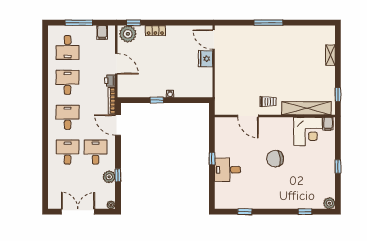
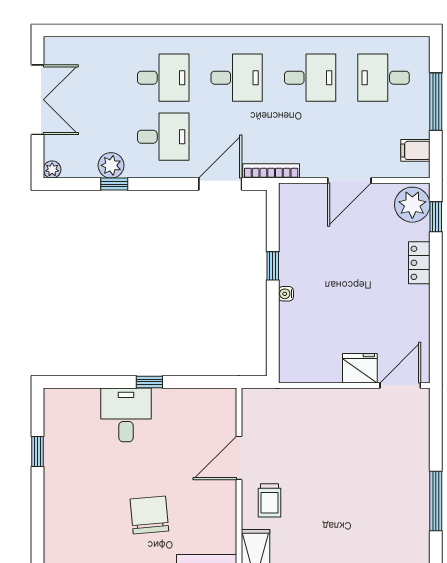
printer: (110, 81) -> (314, 167), removed

